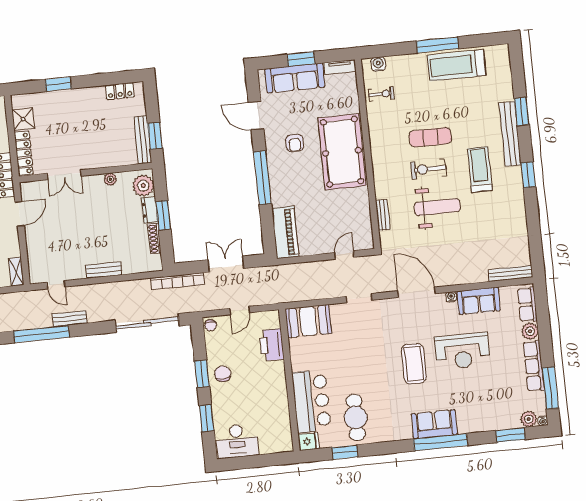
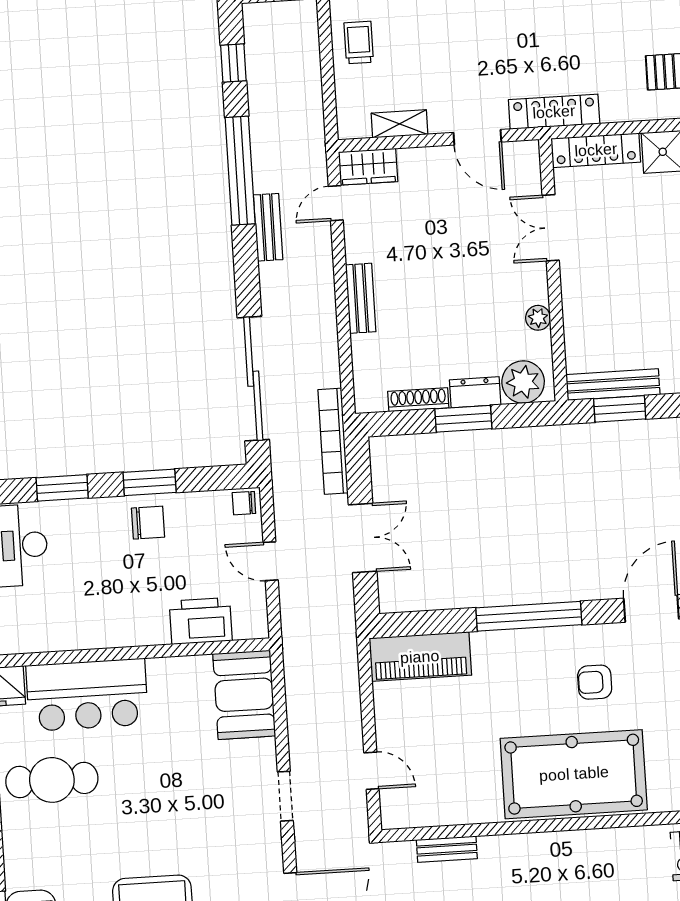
wardrobe: (37, 269) -> (368, 167), added
shelving: (16, 272) -> (399, 124), moved

